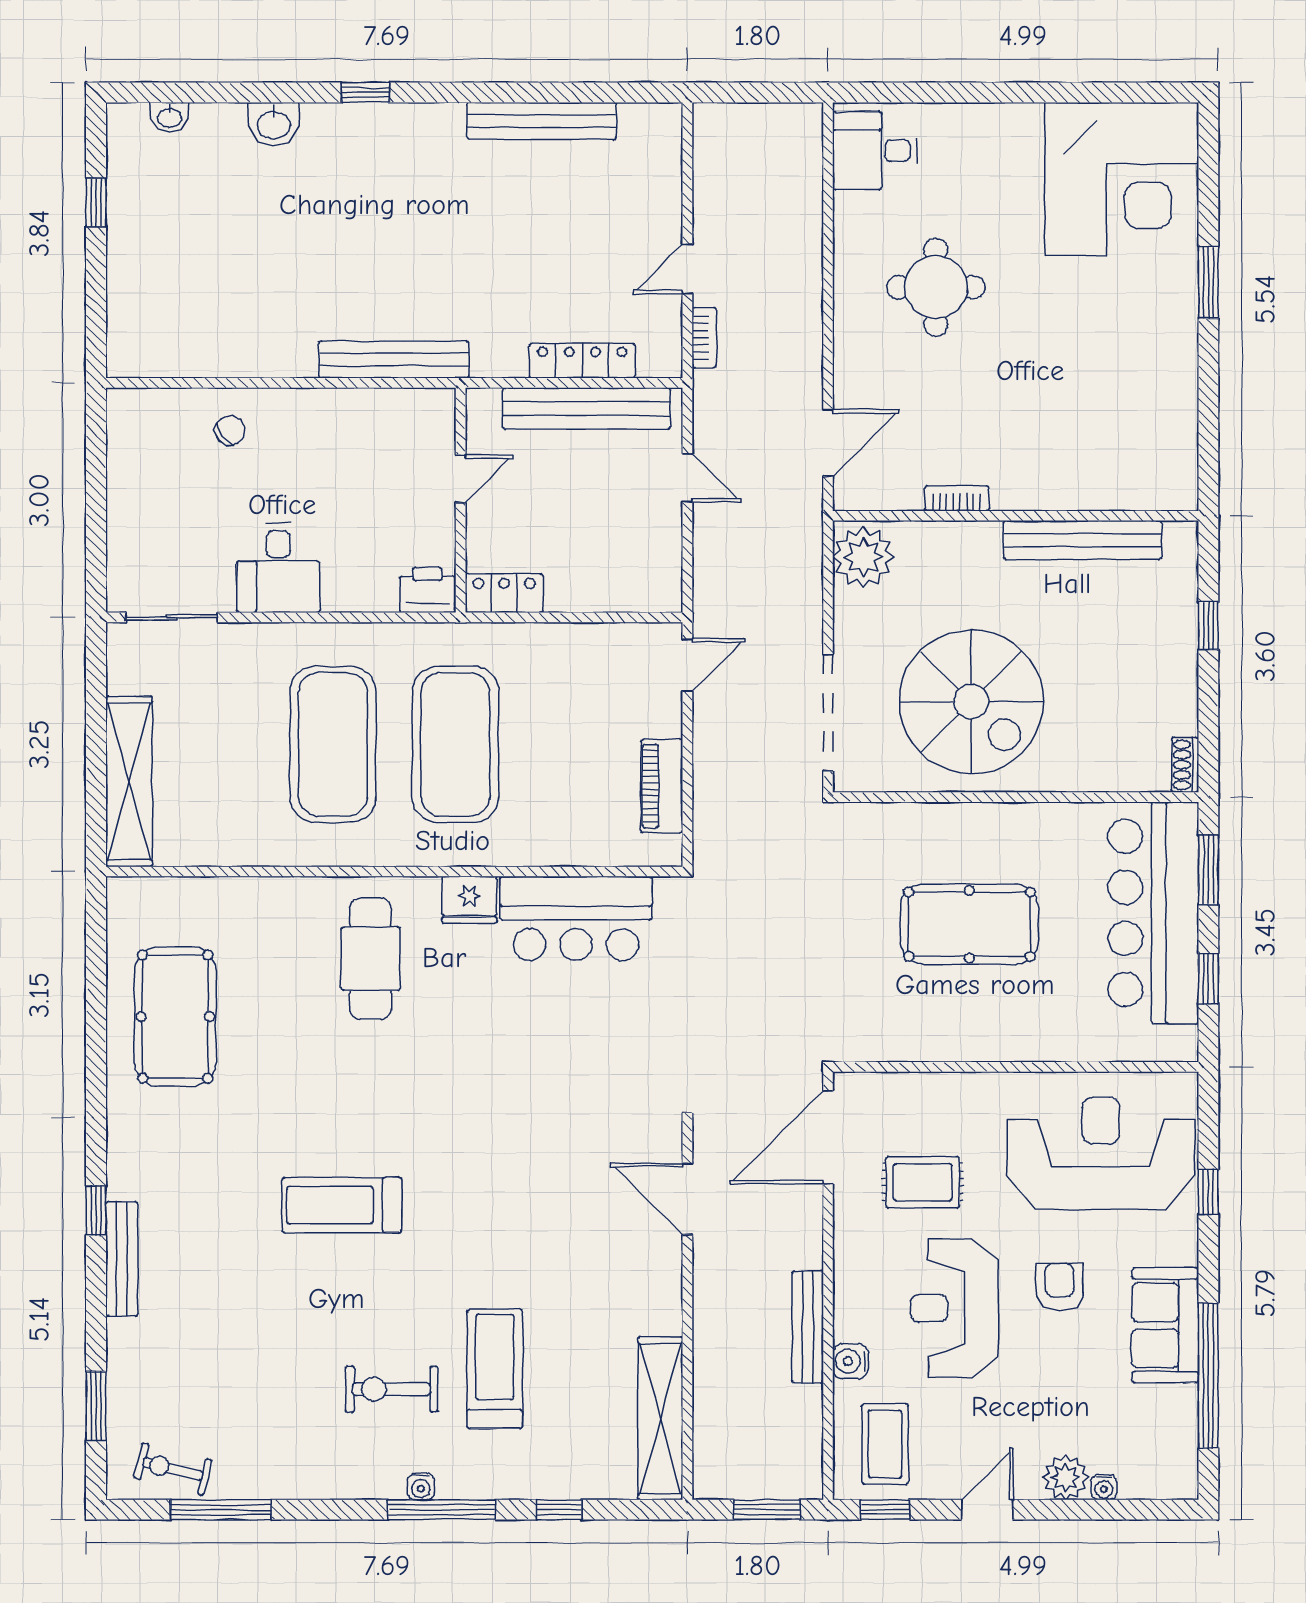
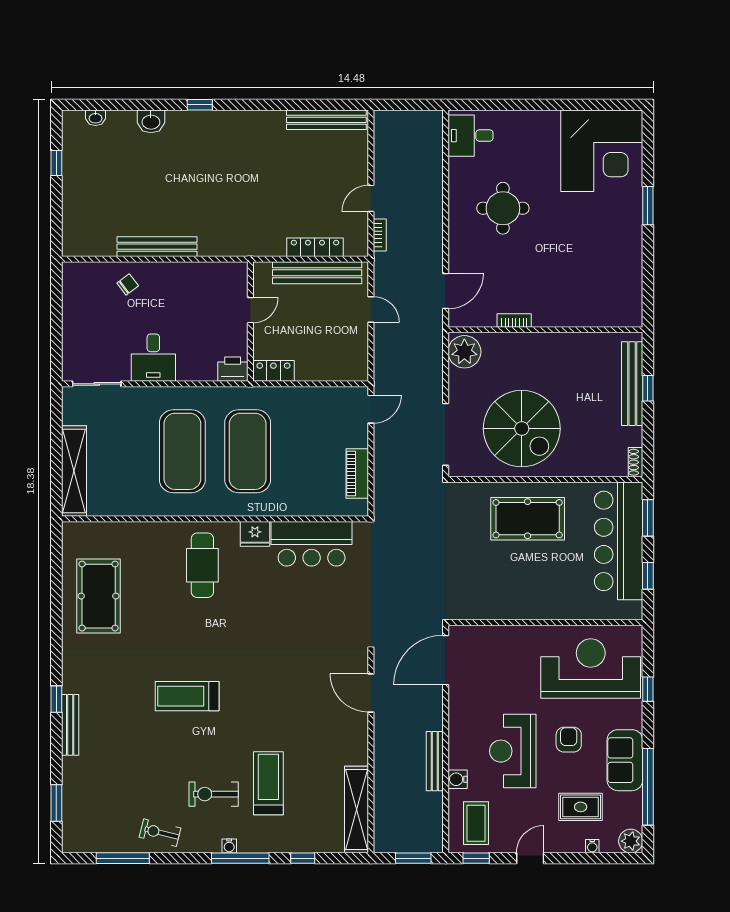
bench: (542, 121) -> (326, 120), moved
bench: (394, 360) -> (157, 247), moved
bench: (1083, 540) -> (632, 384), moved, turned 90
pool table: (969, 924) -> (528, 519), moved
rug: (923, 1182) -> (581, 807), moved
exercise bike: (173, 1469) -> (160, 833), moved
plant: (1065, 1477) -> (631, 841), moved

